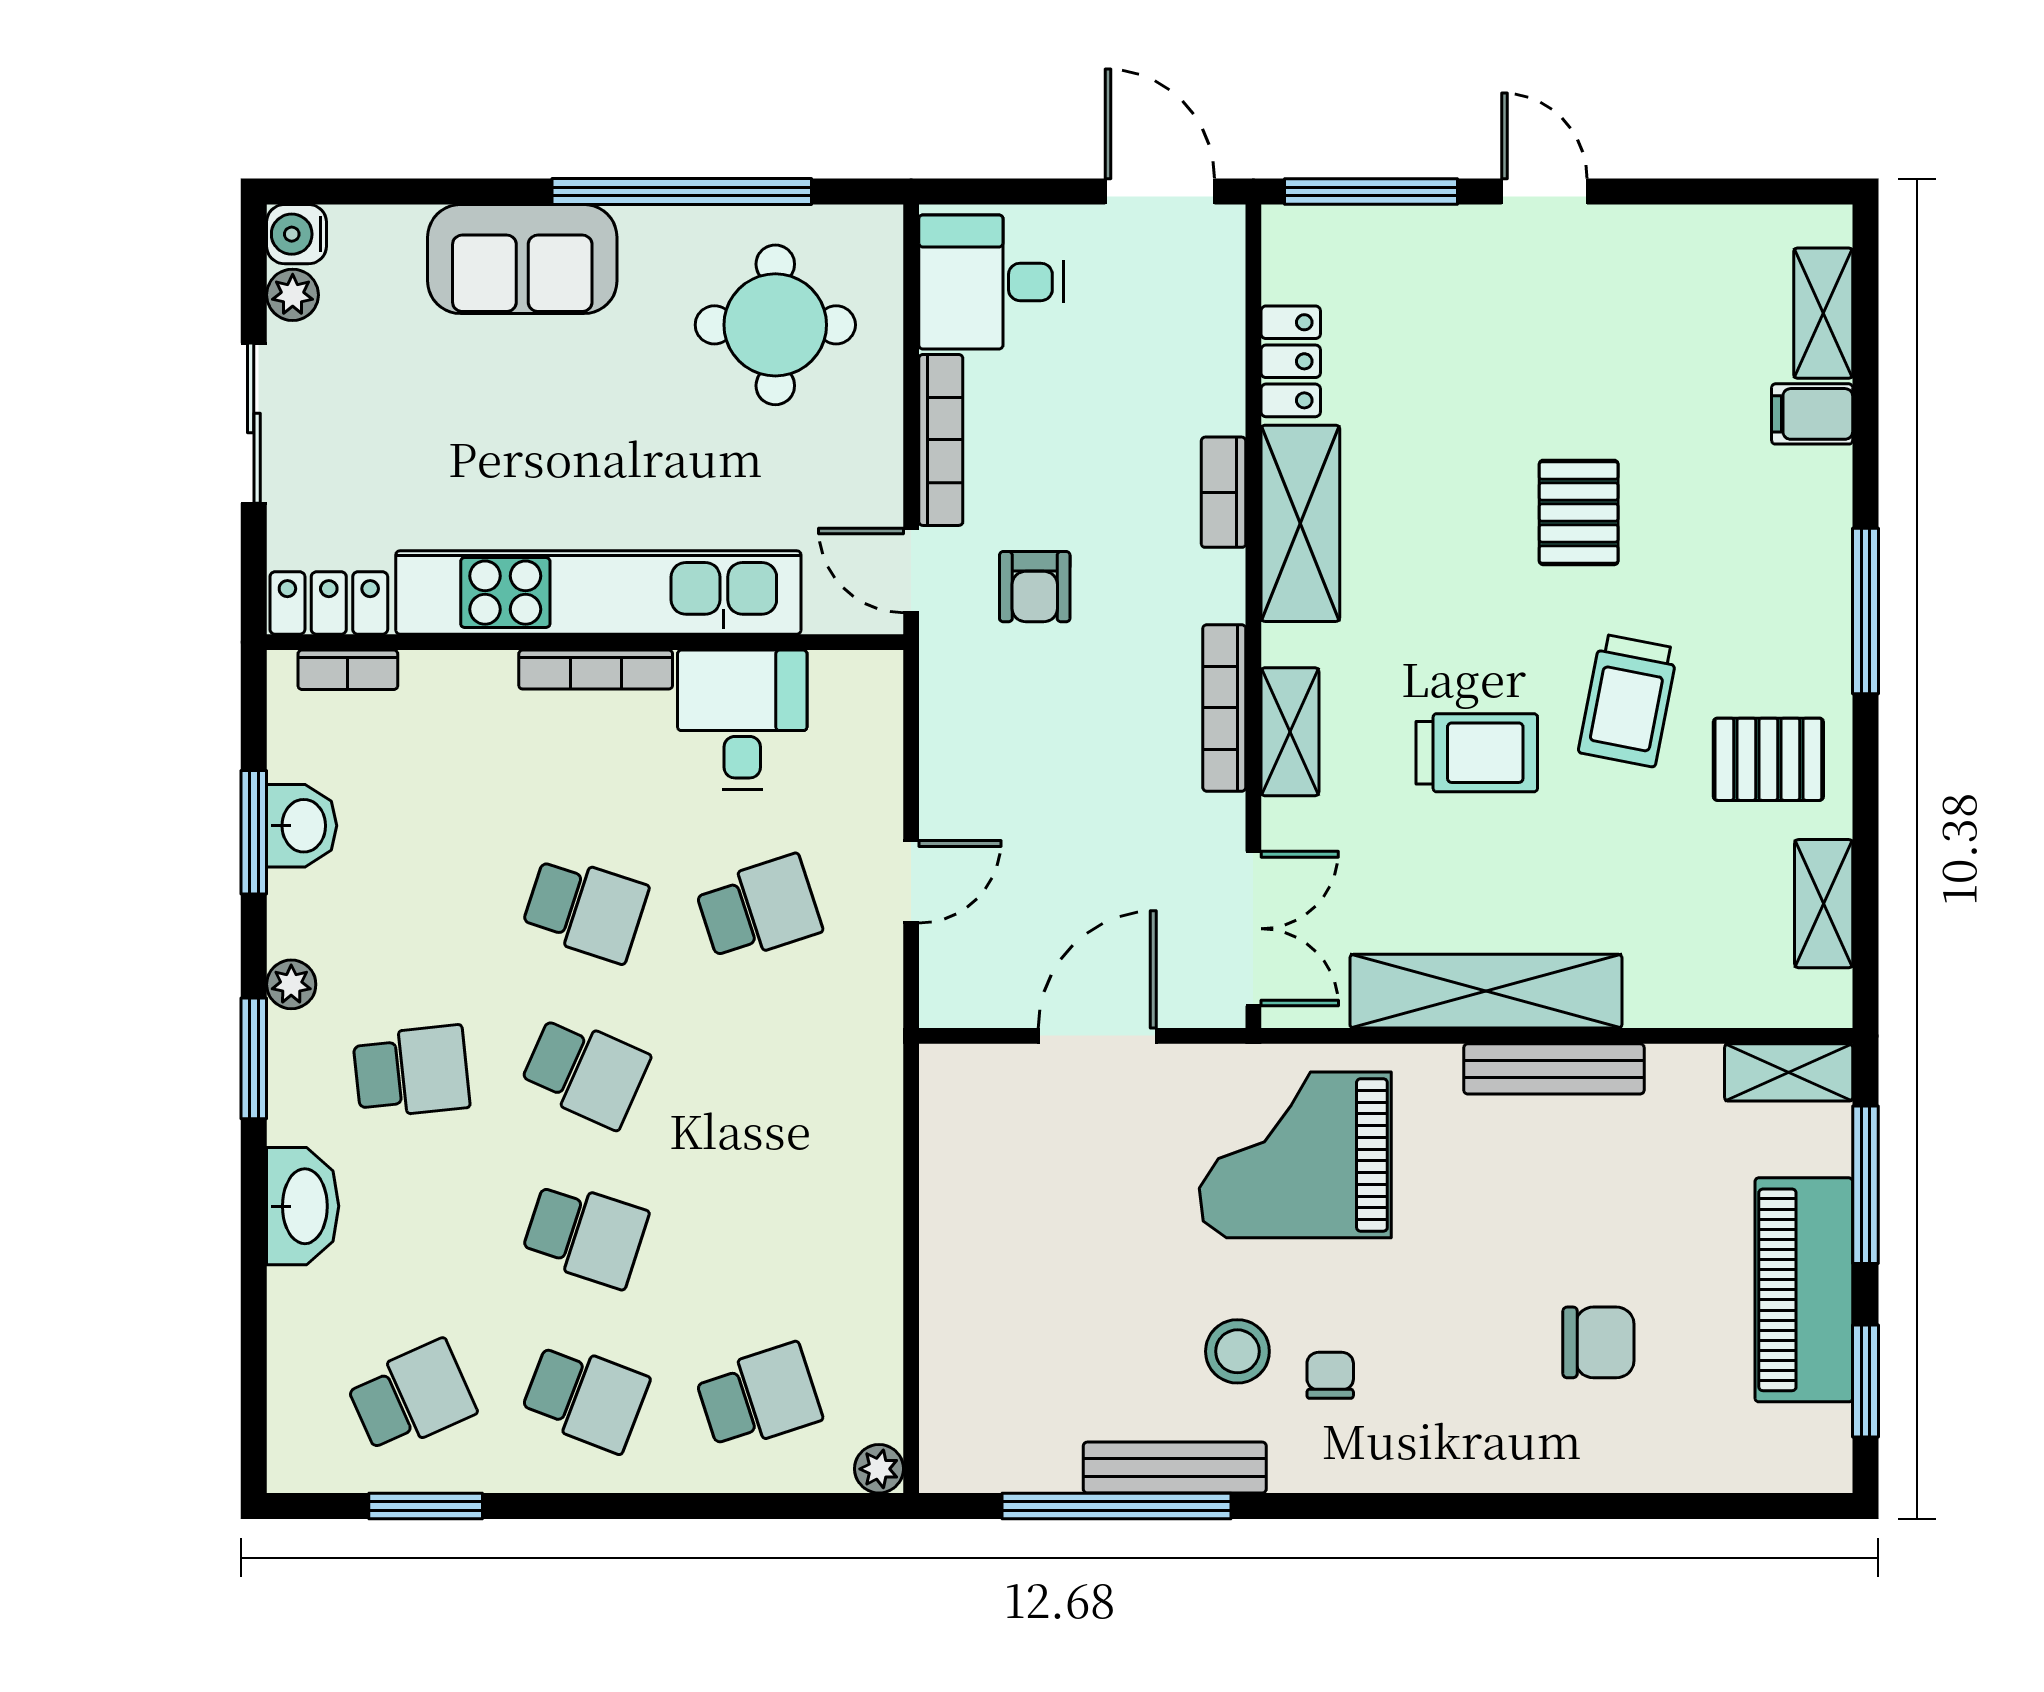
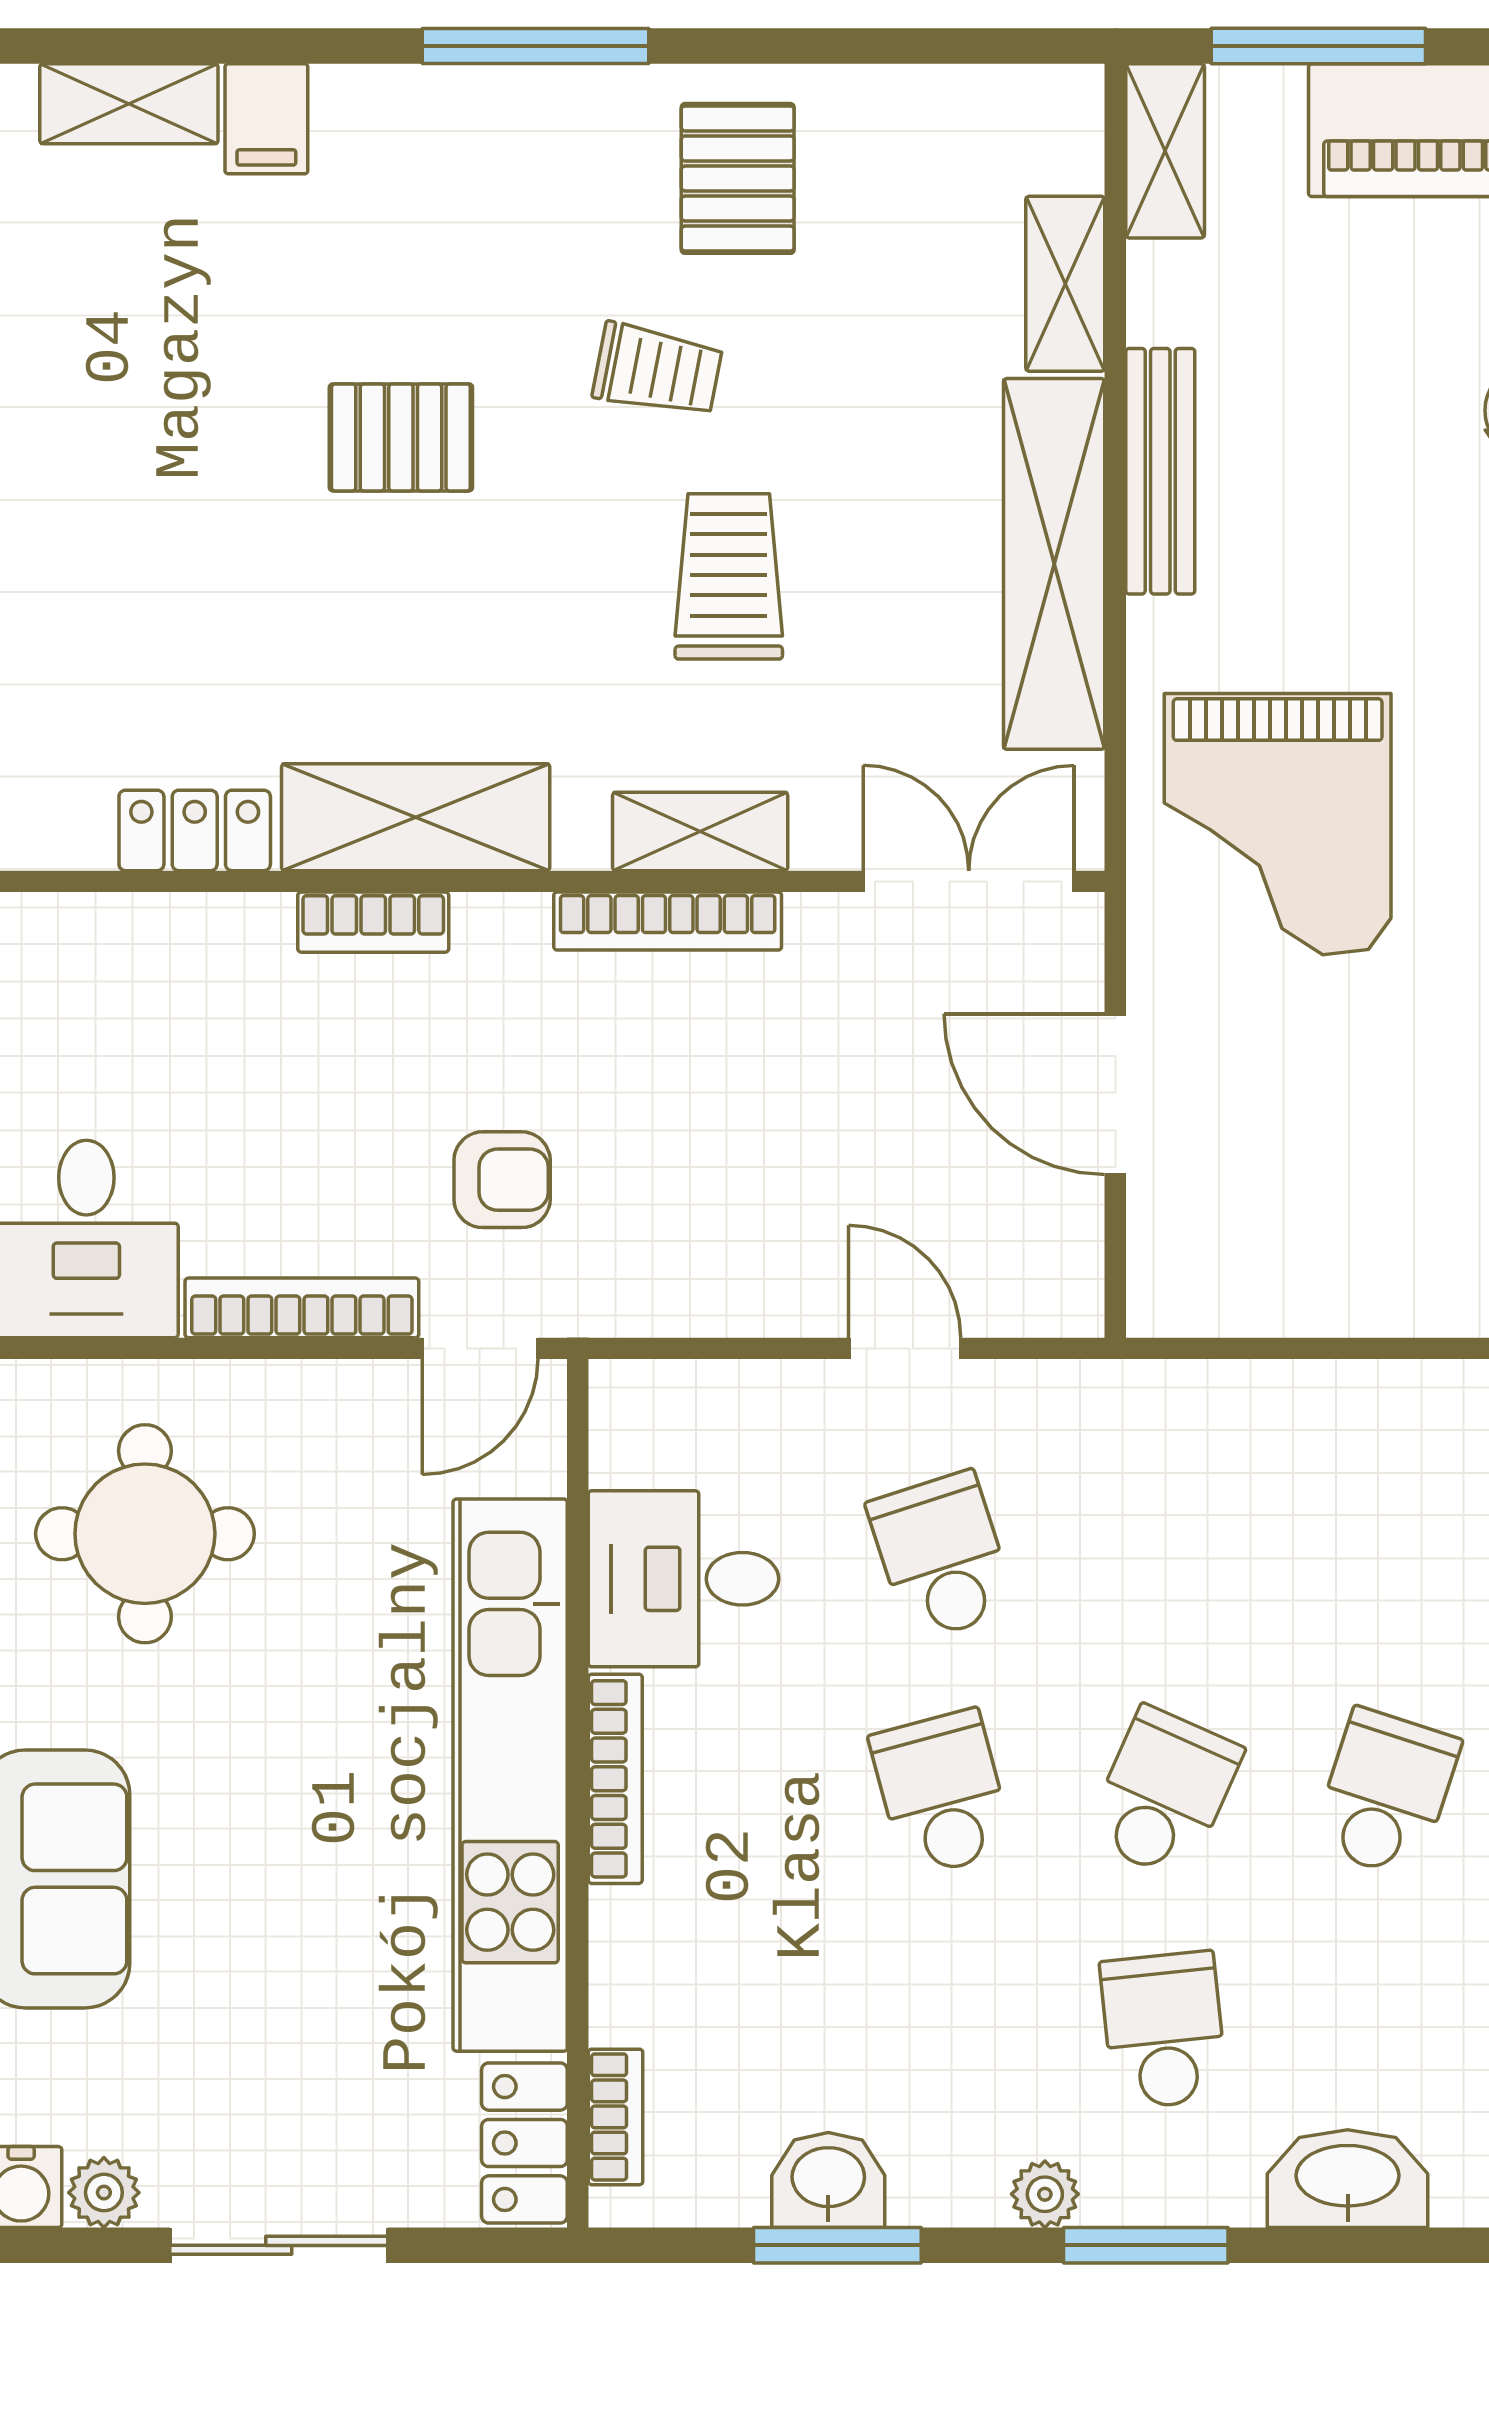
trolley: (1628, 701) -> (658, 370), width x0.73, depth x0.72
shelving: (1824, 904) -> (1065, 284), moved, turned 90
school desk: (585, 909) -> (942, 1793), turned -33

